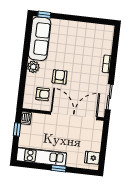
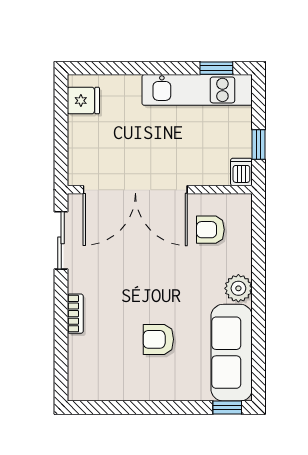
armchair: (60, 77) -> (158, 339), moved, turned 90
window: (59, 168) -> (216, 68), moved

